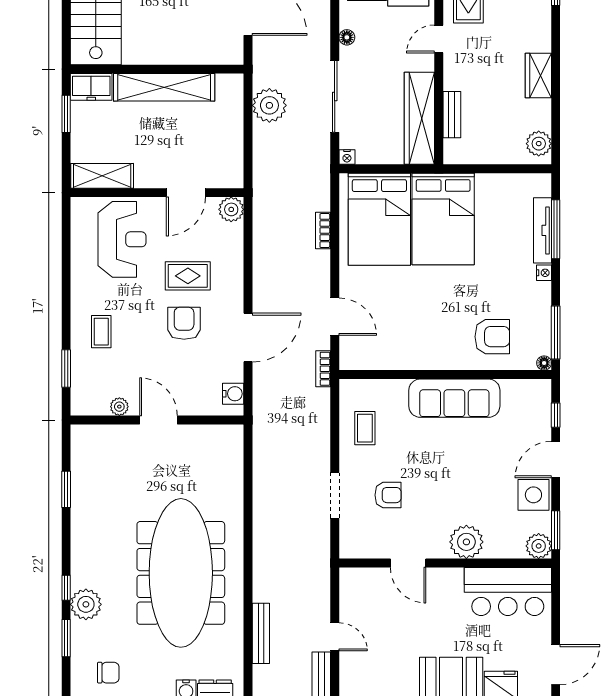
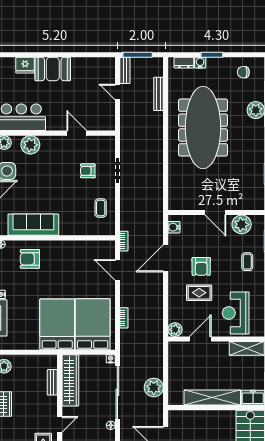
sliding door: (335, 96) -> (117, 392), width x1.36
sofa: (454, 398) -> (33, 225), moved
plant: (119, 407) -> (242, 224), width x1.88, depth x1.88
plant: (466, 542) -> (30, 145), moved

